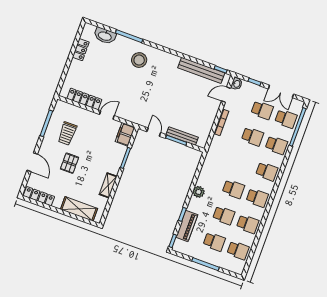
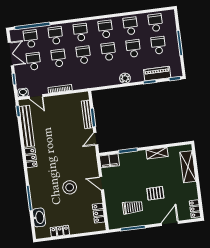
locker: (168, 58) -> (31, 158), added
stool: (139, 60) -> (70, 187), moved
locker: (84, 99) -> (99, 213), width x0.66
school desk: (243, 163) -> (83, 55), added
locker: (39, 196) -> (195, 209), width x0.66

